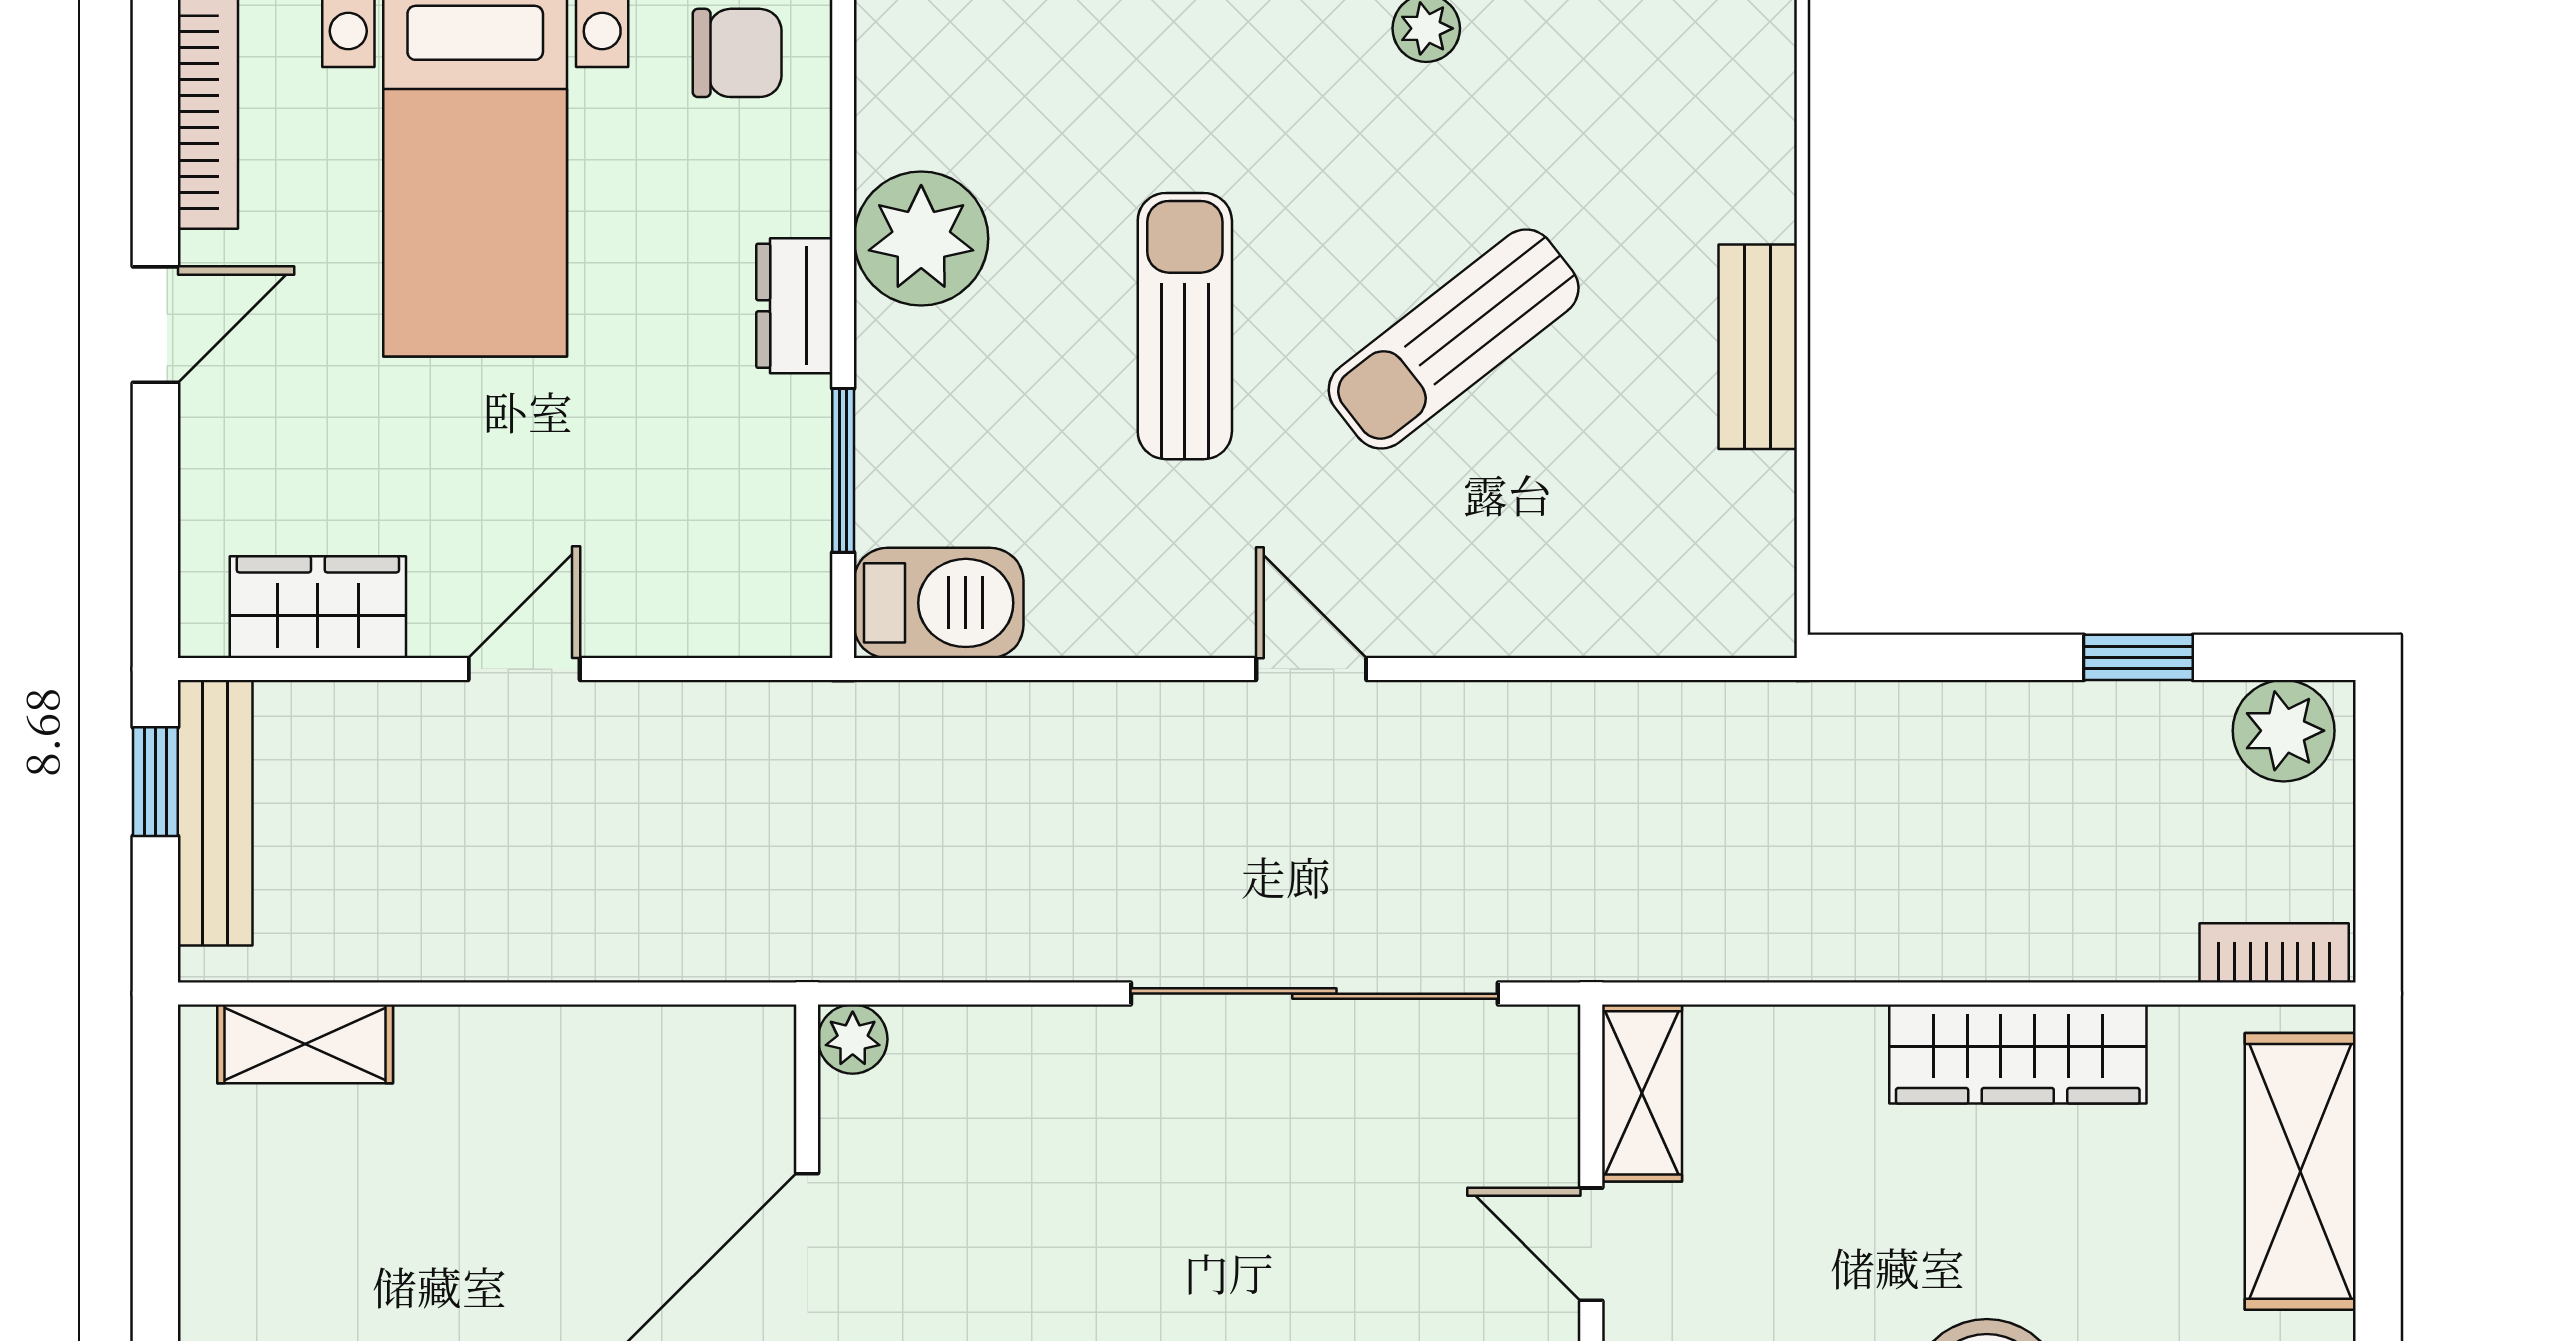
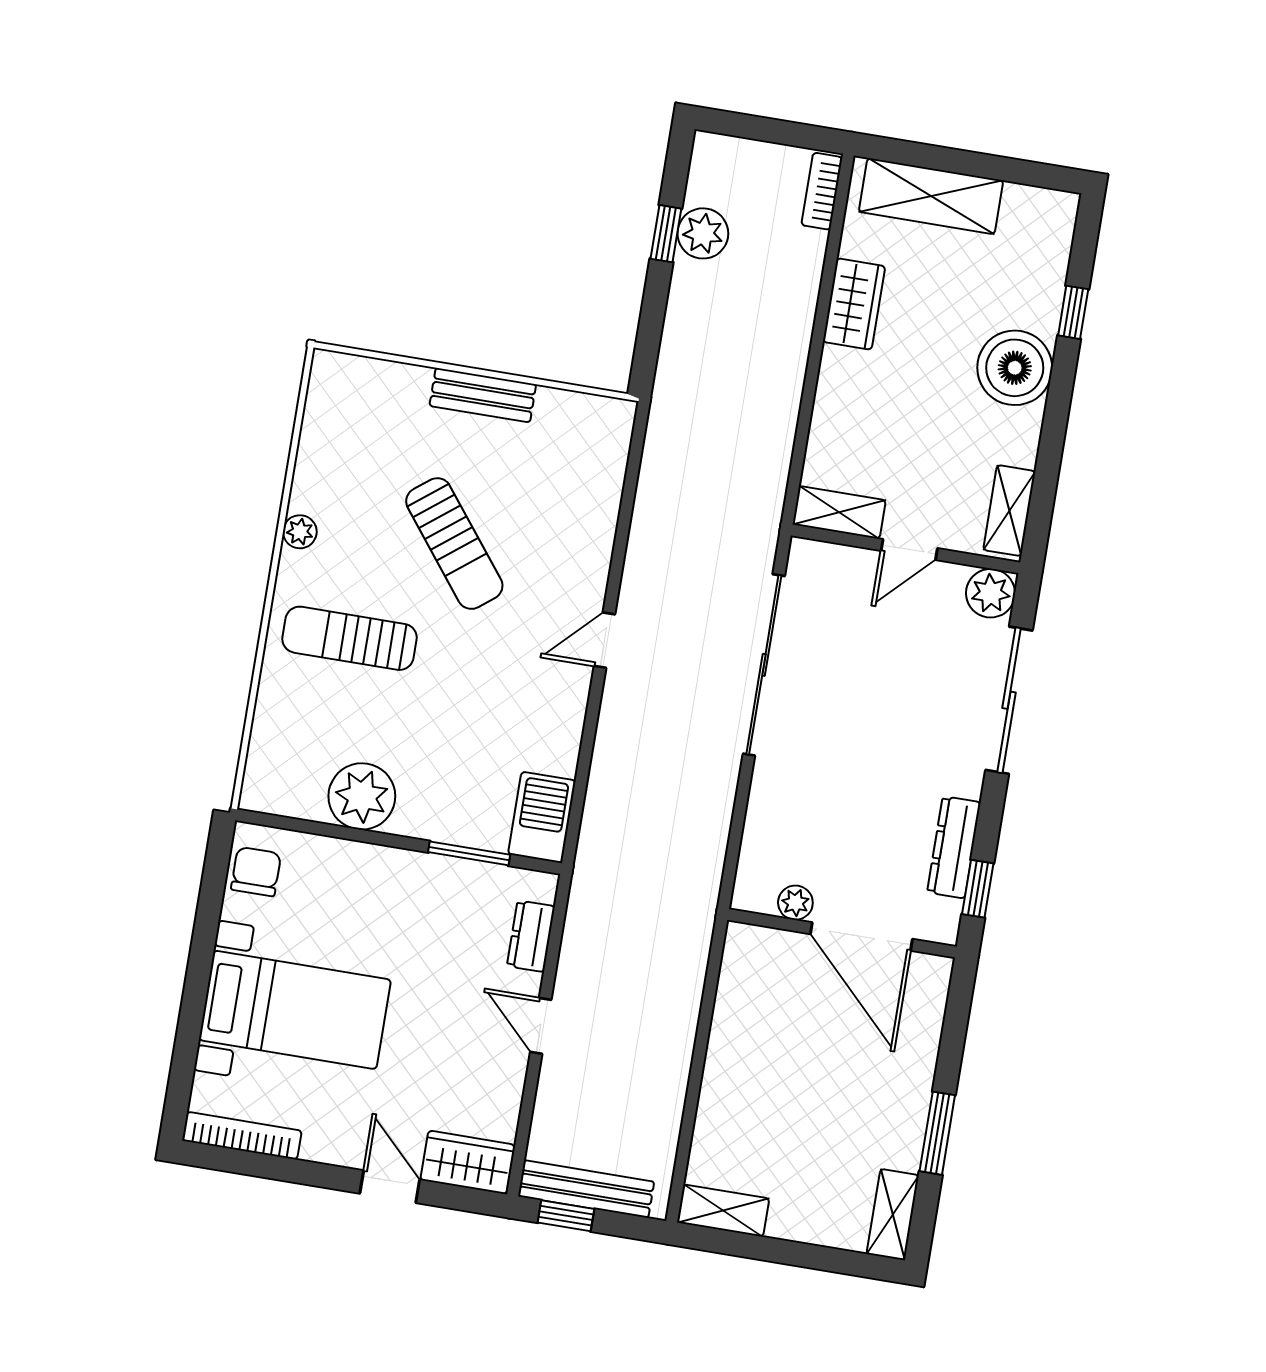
dresser: (794, 306) -> (531, 936), moved, turned 90
door: (155, 325) -> (390, 1187), moved
sun lounger: (1185, 326) -> (350, 638), moved
wardrobe: (318, 607) -> (468, 1162), moved, turned 90
plant: (2284, 731) -> (703, 233), moved
plant: (853, 1039) -> (795, 903), moved
shelving: (305, 1044) -> (723, 1211), moved, turned 90
wardrobe: (2018, 1054) -> (854, 304), width x0.67

